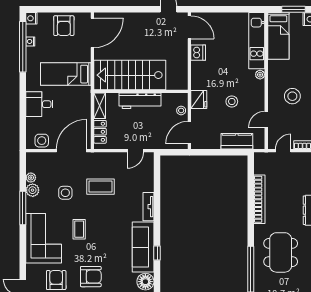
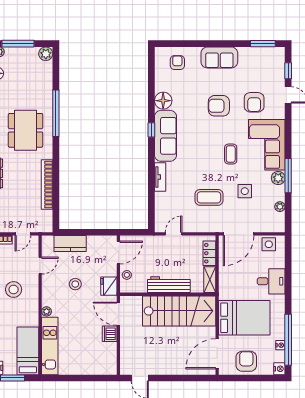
door: (189, 27) -> (118, 314), moved
bed: (66, 74) -> (244, 318), width x1.50
plant: (33, 190) -> (278, 178), moved

